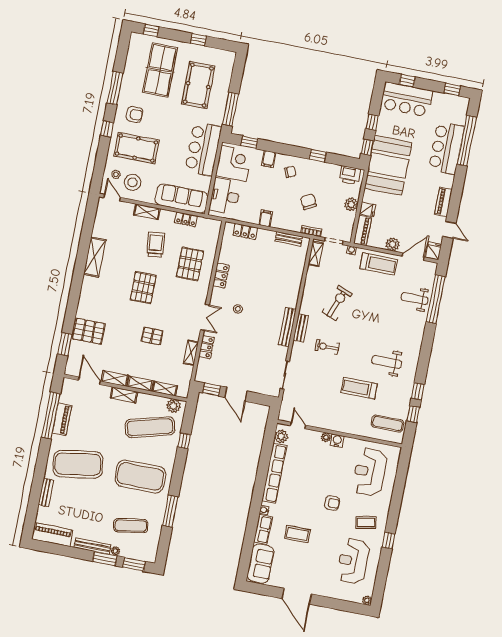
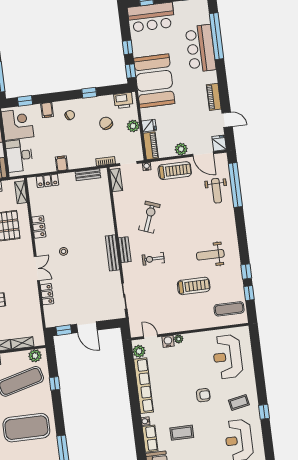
chair: (308, 202) -> (106, 123), moved
door: (413, 257) -> (203, 154), swing flipped
weight bench: (415, 299) -> (217, 191), turned -90
shelving: (191, 353) -> (21, 192), moved
treadmill: (359, 388) -> (194, 286), turned 180
water cooler: (337, 441) -> (168, 341), moved

